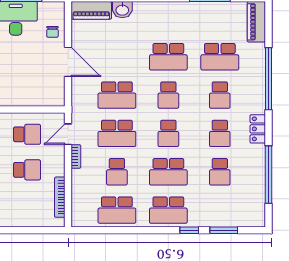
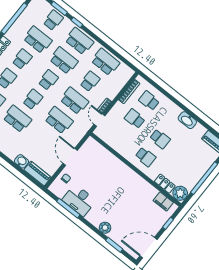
school desk: (27, 134) -> (149, 101), moved
door: (68, 134) -> (99, 120), swing flipped
school desk: (220, 172) -> (38, 40), width x1.85
school desk: (220, 210) -> (53, 20), added

